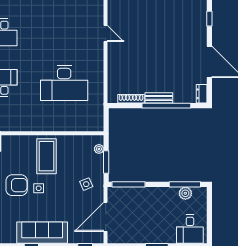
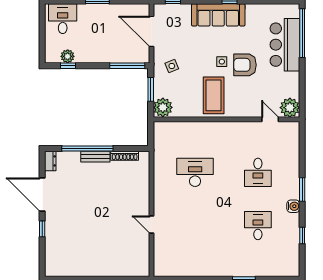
window: (209, 19) -> (42, 229), moved
desk: (64, 83) -> (195, 172), width x0.73, depth x0.77
plant: (99, 149) -> (163, 107), width x1.87, depth x1.87
window: (185, 184) -> (68, 66), width x0.46
door: (106, 217) -> (151, 31), swing flipped

